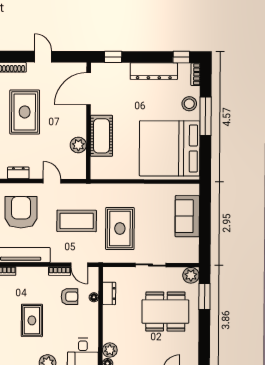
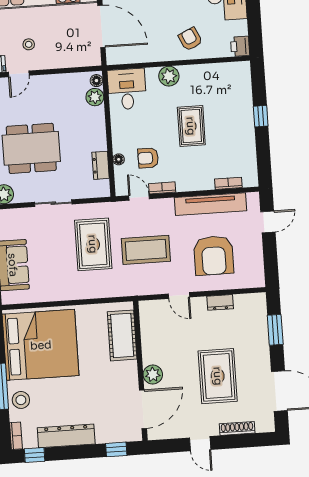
cot: (101, 136) -> (122, 335), moved
plant: (78, 145) -> (153, 375), moved

